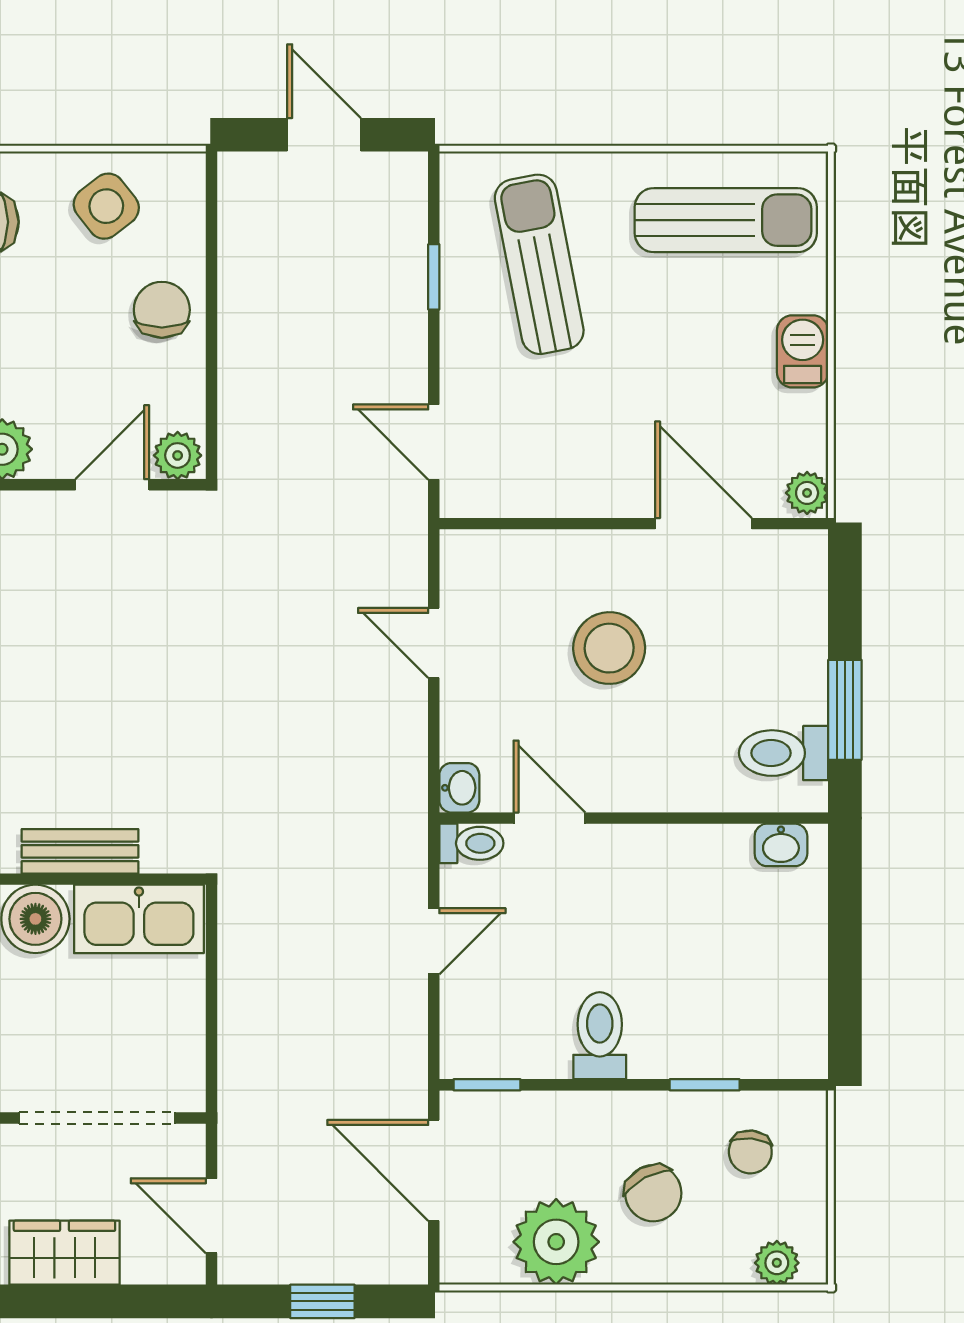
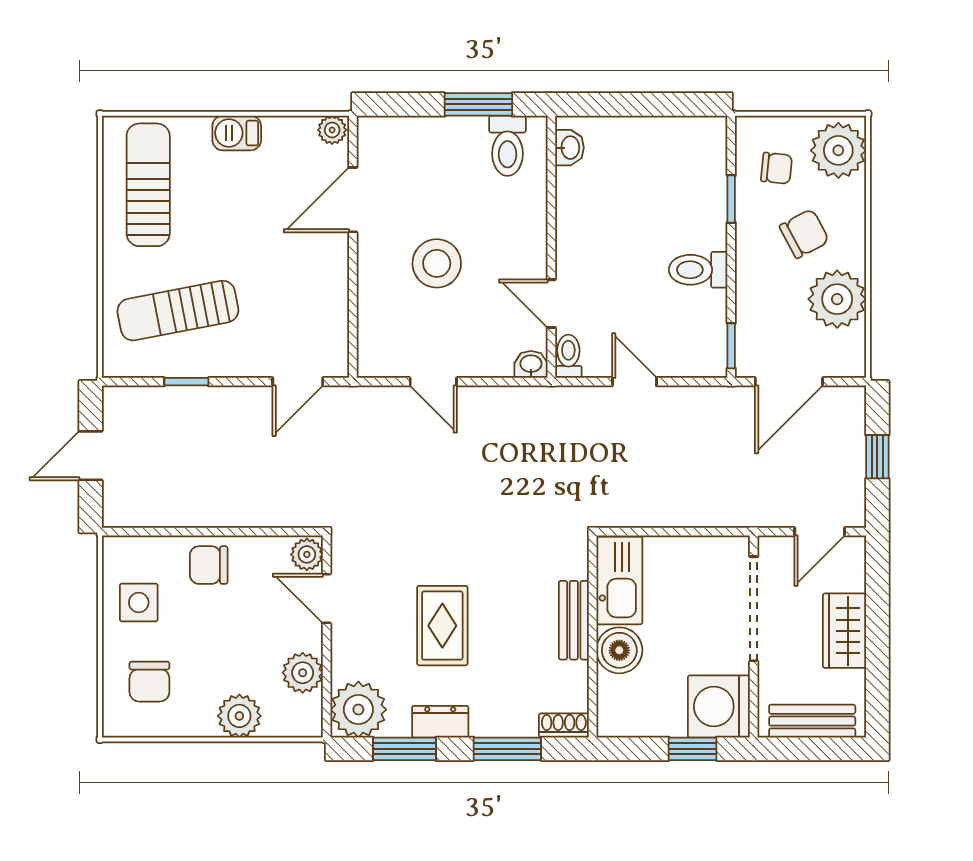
side table: (106, 206) -> (139, 602), turned 38
door: (434, 643) -> (433, 382), hinge flipped
rug: (72, 656) -> (442, 626), added
door: (550, 818) -> (551, 304), hinge flipped
plant: (777, 1263) -> (838, 150), width x1.88, depth x1.88

